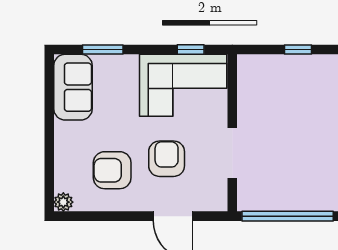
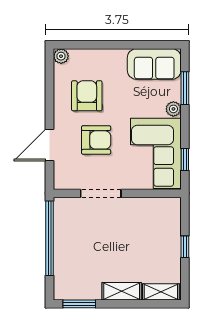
plant: (128, 64) -> (173, 109), added

